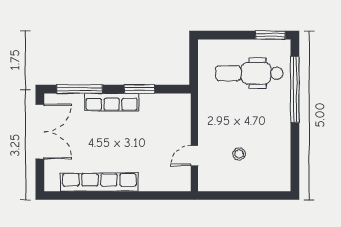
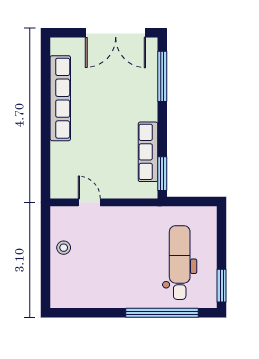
window: (139, 89) -> (162, 174), moved
row of seats: (112, 102) -> (148, 152), moved
stool: (239, 154) -> (64, 248), moved

